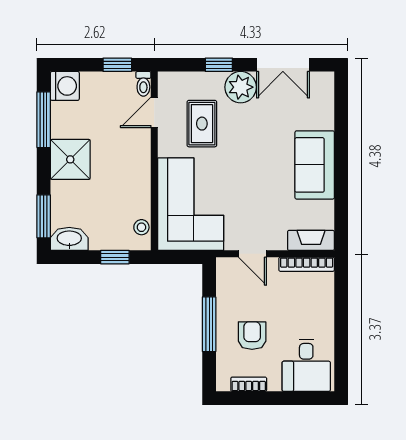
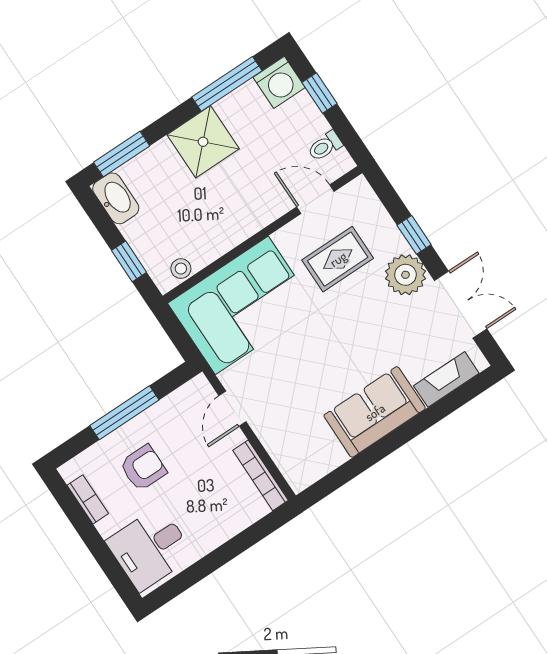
window: (117, 65) -> (320, 93), moved
double door: (283, 65) -> (461, 305), swing flipped
toilet: (143, 84) -> (325, 146), moved
fireplace: (311, 240) -> (446, 379), moved, turned -90

